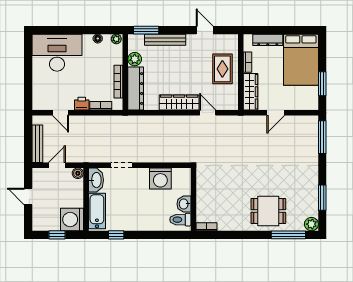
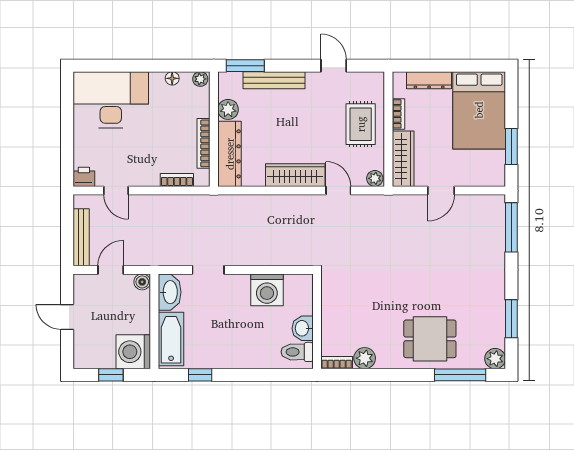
printer: (82, 104) -> (84, 177), moved
plant: (232, 105) -> (375, 178), added
plant: (225, 224) -> (365, 358), added

